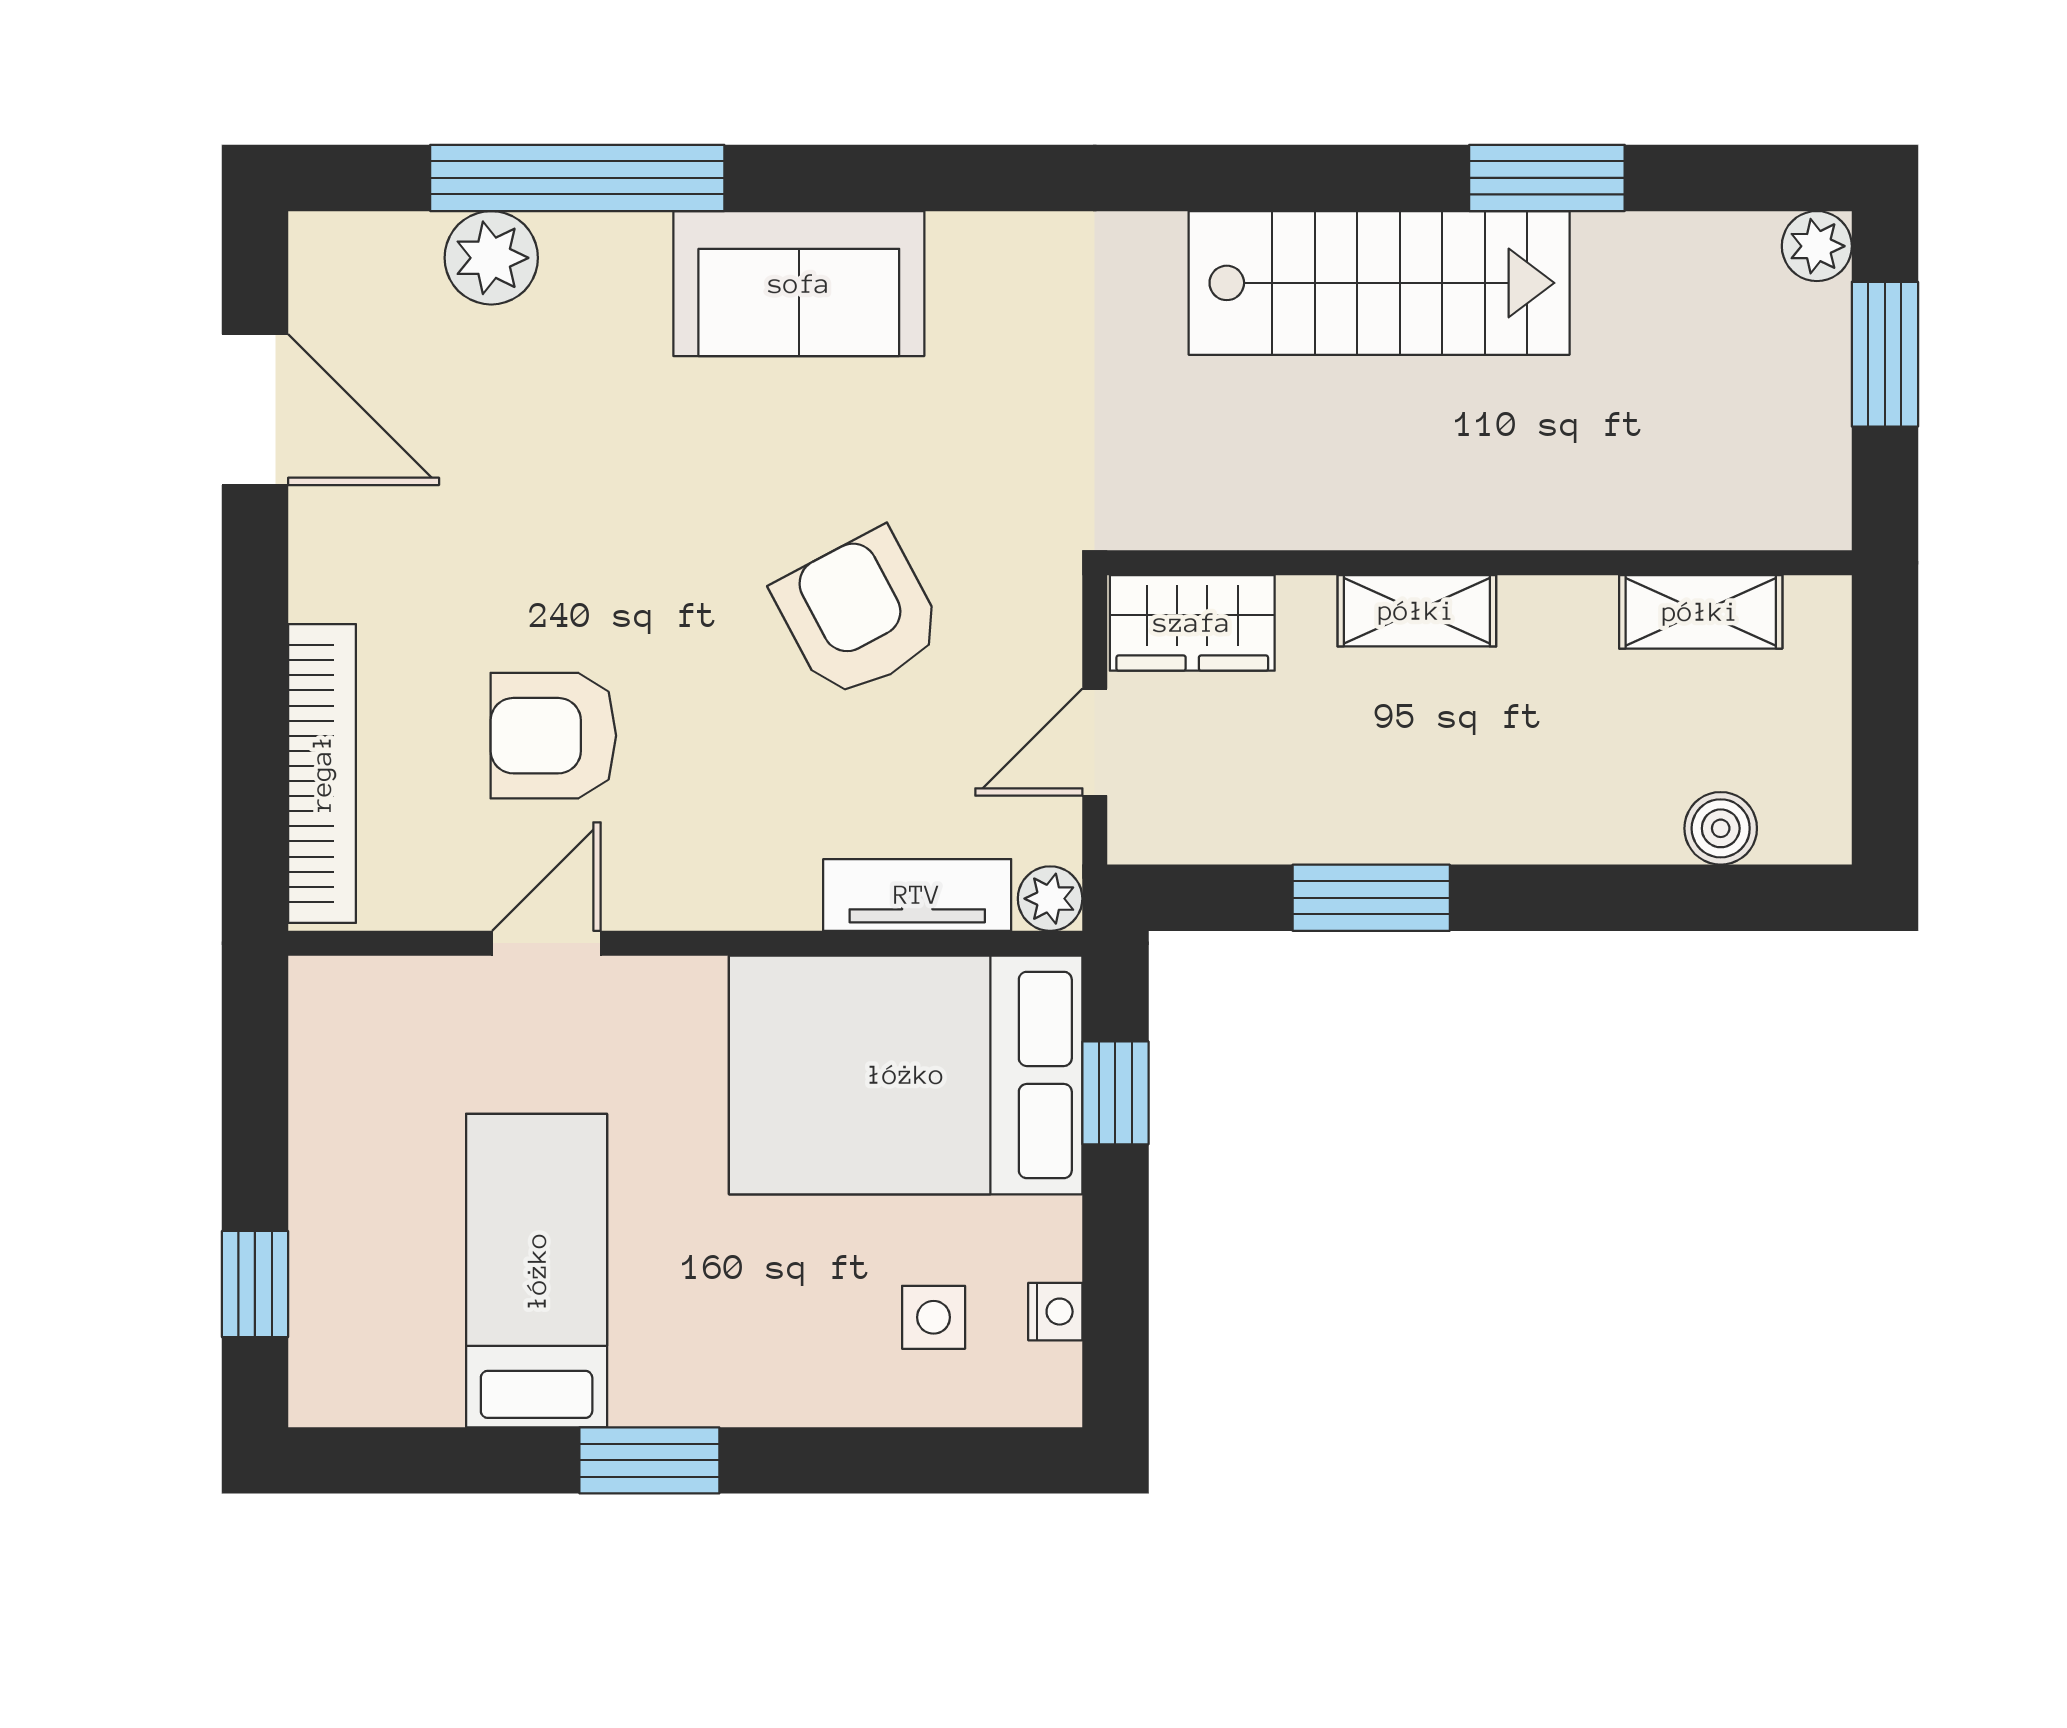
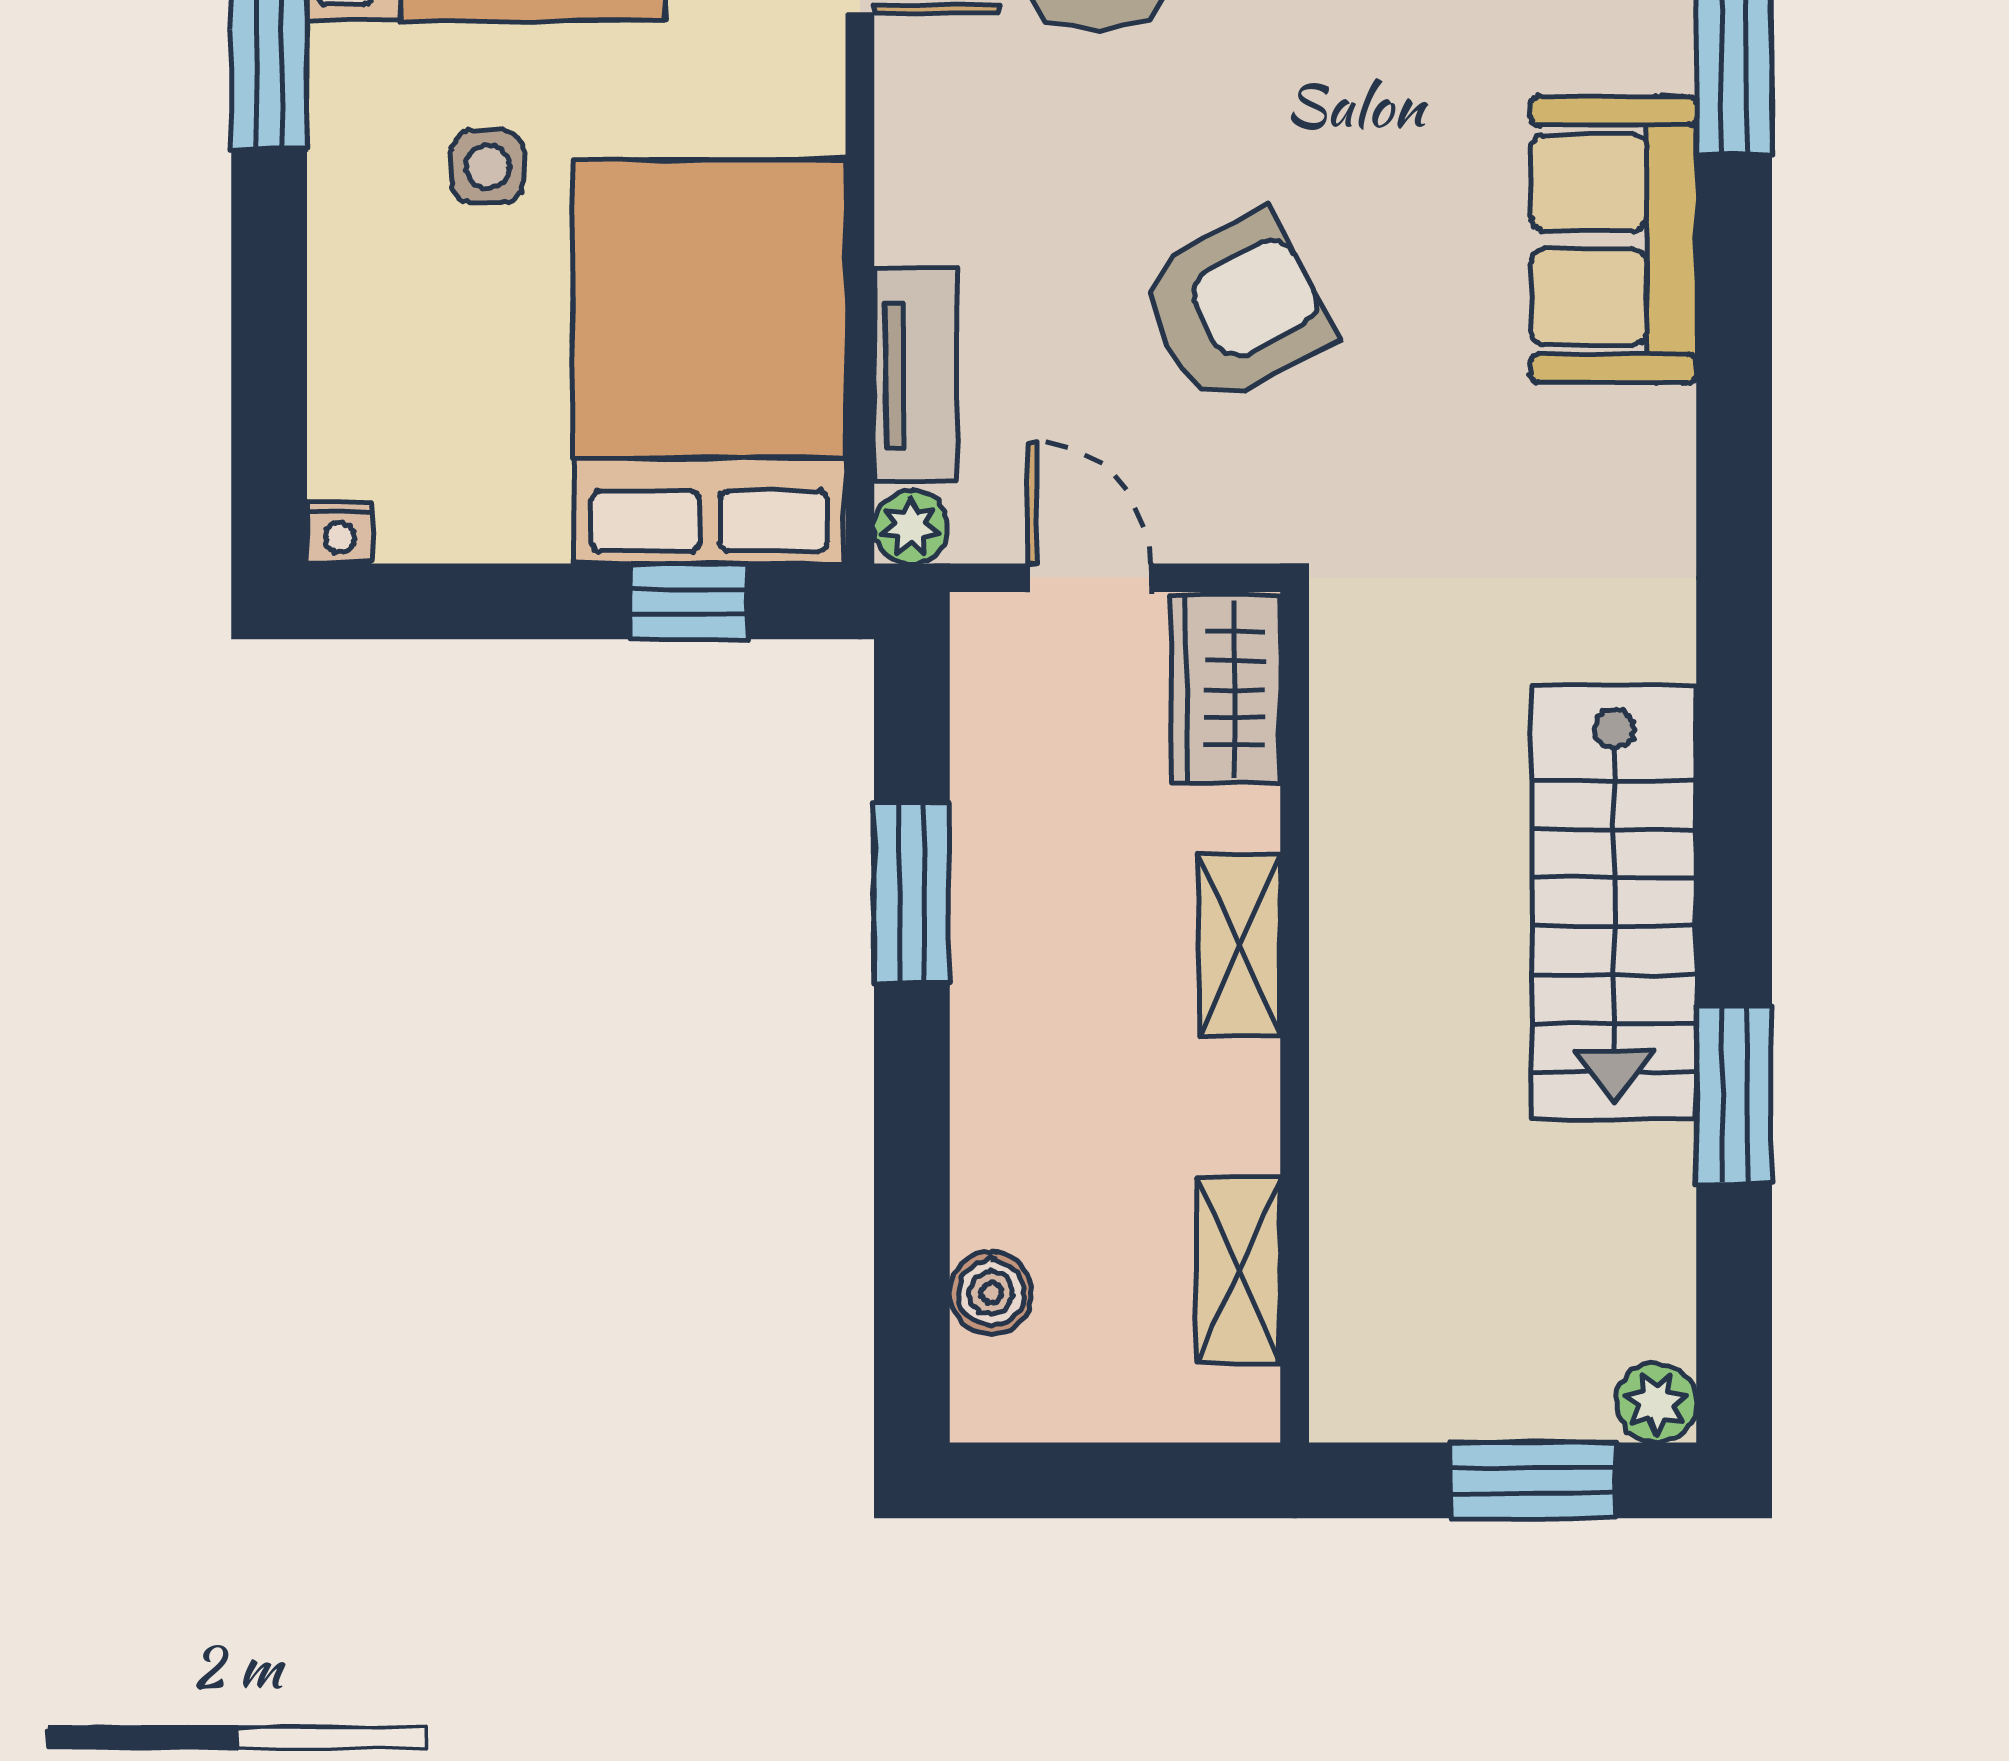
nightstand: (1055, 1312) -> (340, 533), moved
side table: (934, 1317) -> (488, 167), moved

